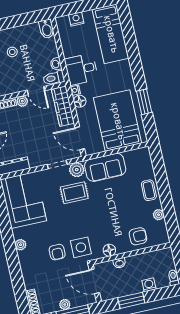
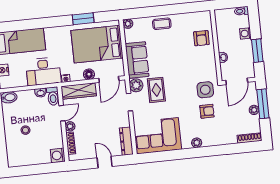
desk: (81, 69) -> (43, 71), width x1.37
floor lamp: (80, 101) -> (89, 74), moved
plant: (159, 215) -> (128, 24), moved
armchair: (138, 236) -> (201, 38), turned 180
floor lamp: (109, 250) -> (211, 65), removed

